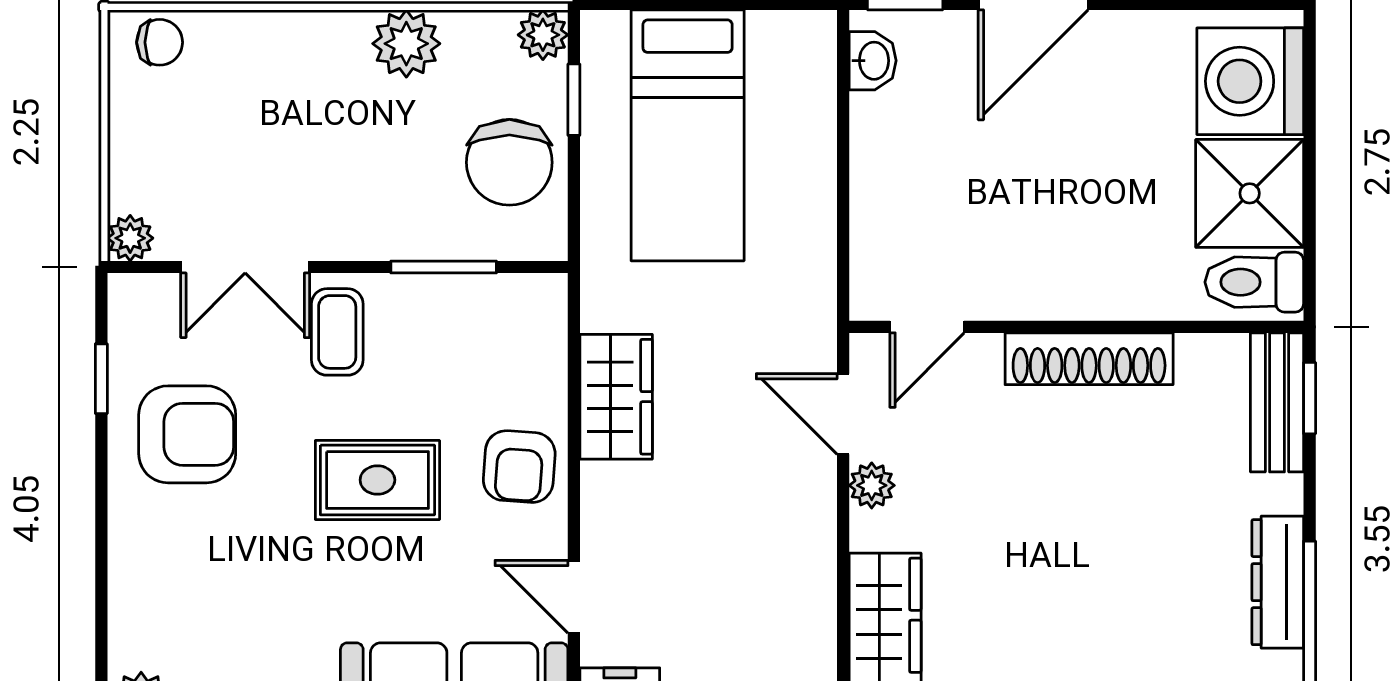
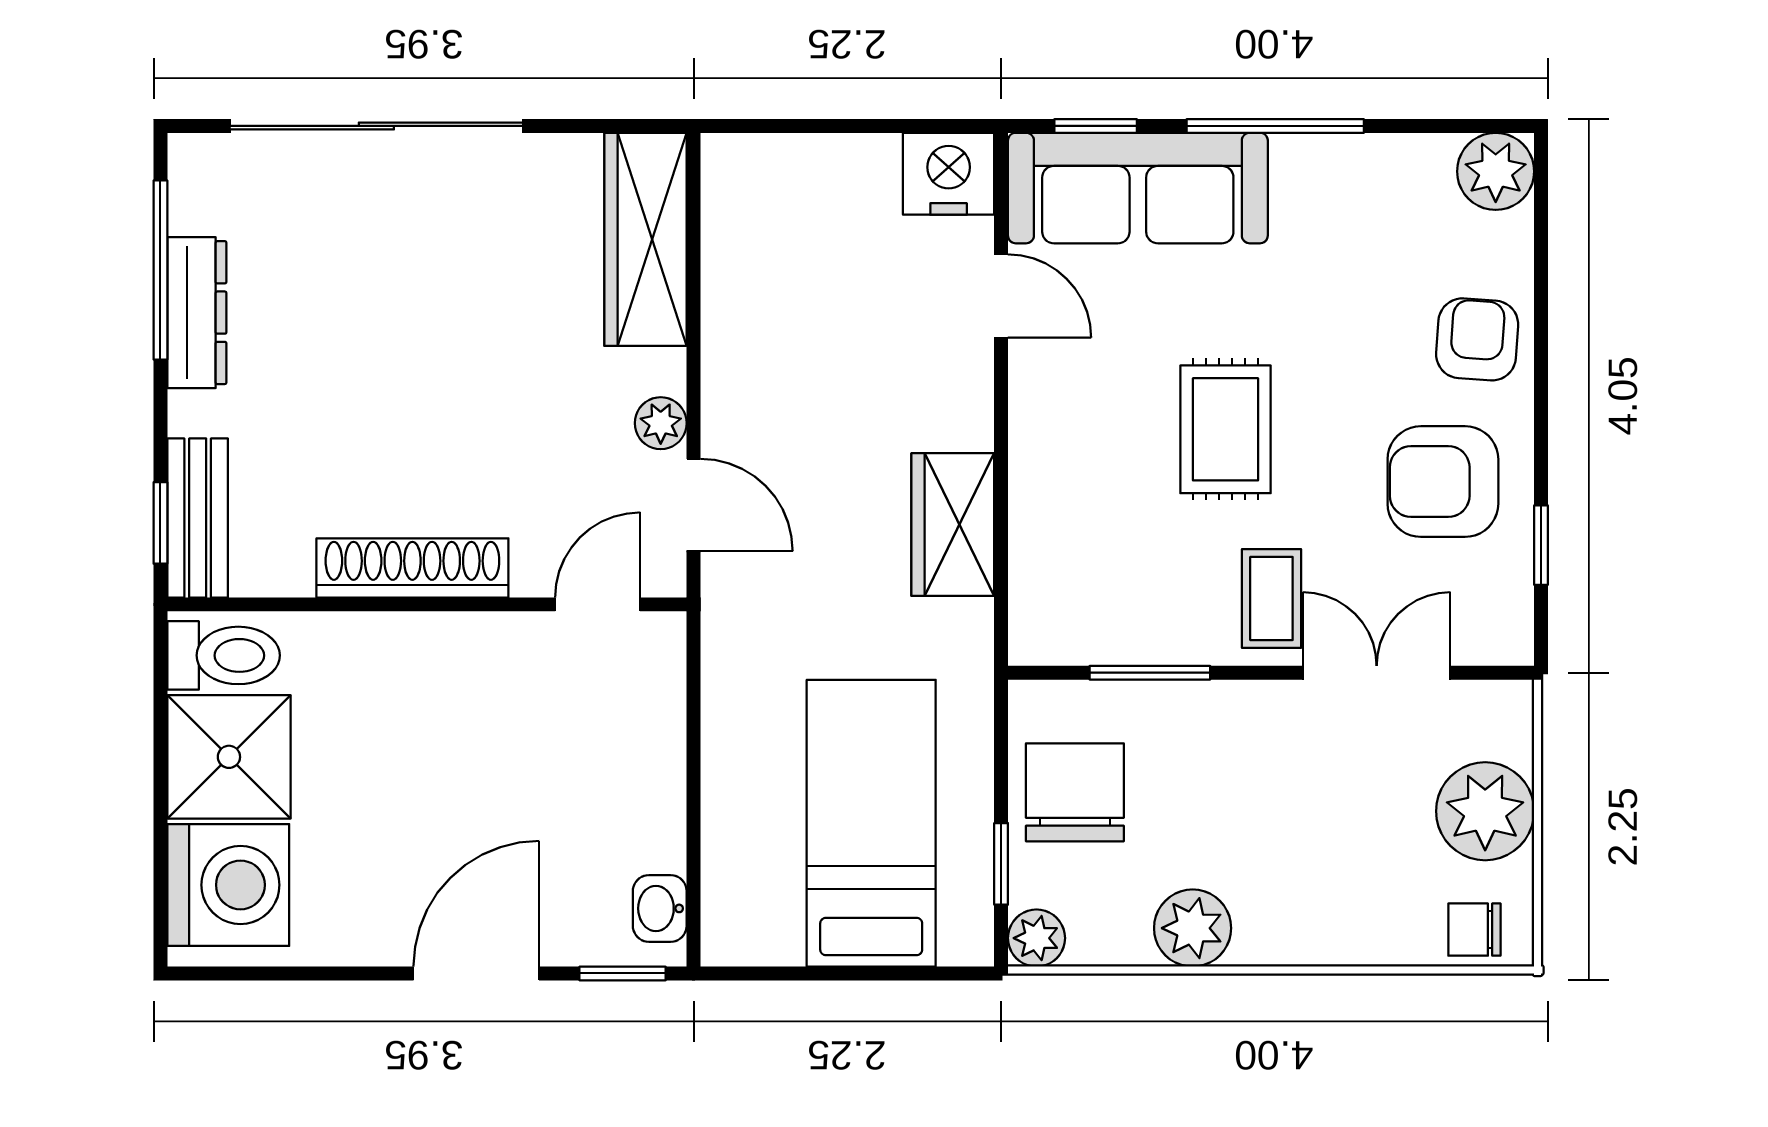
plant: (130, 238) -> (1485, 811), moved, width x1.87, depth x1.87
armchair: (519, 467) -> (1477, 339), moved
rug: (377, 480) -> (1226, 429), turned 90

